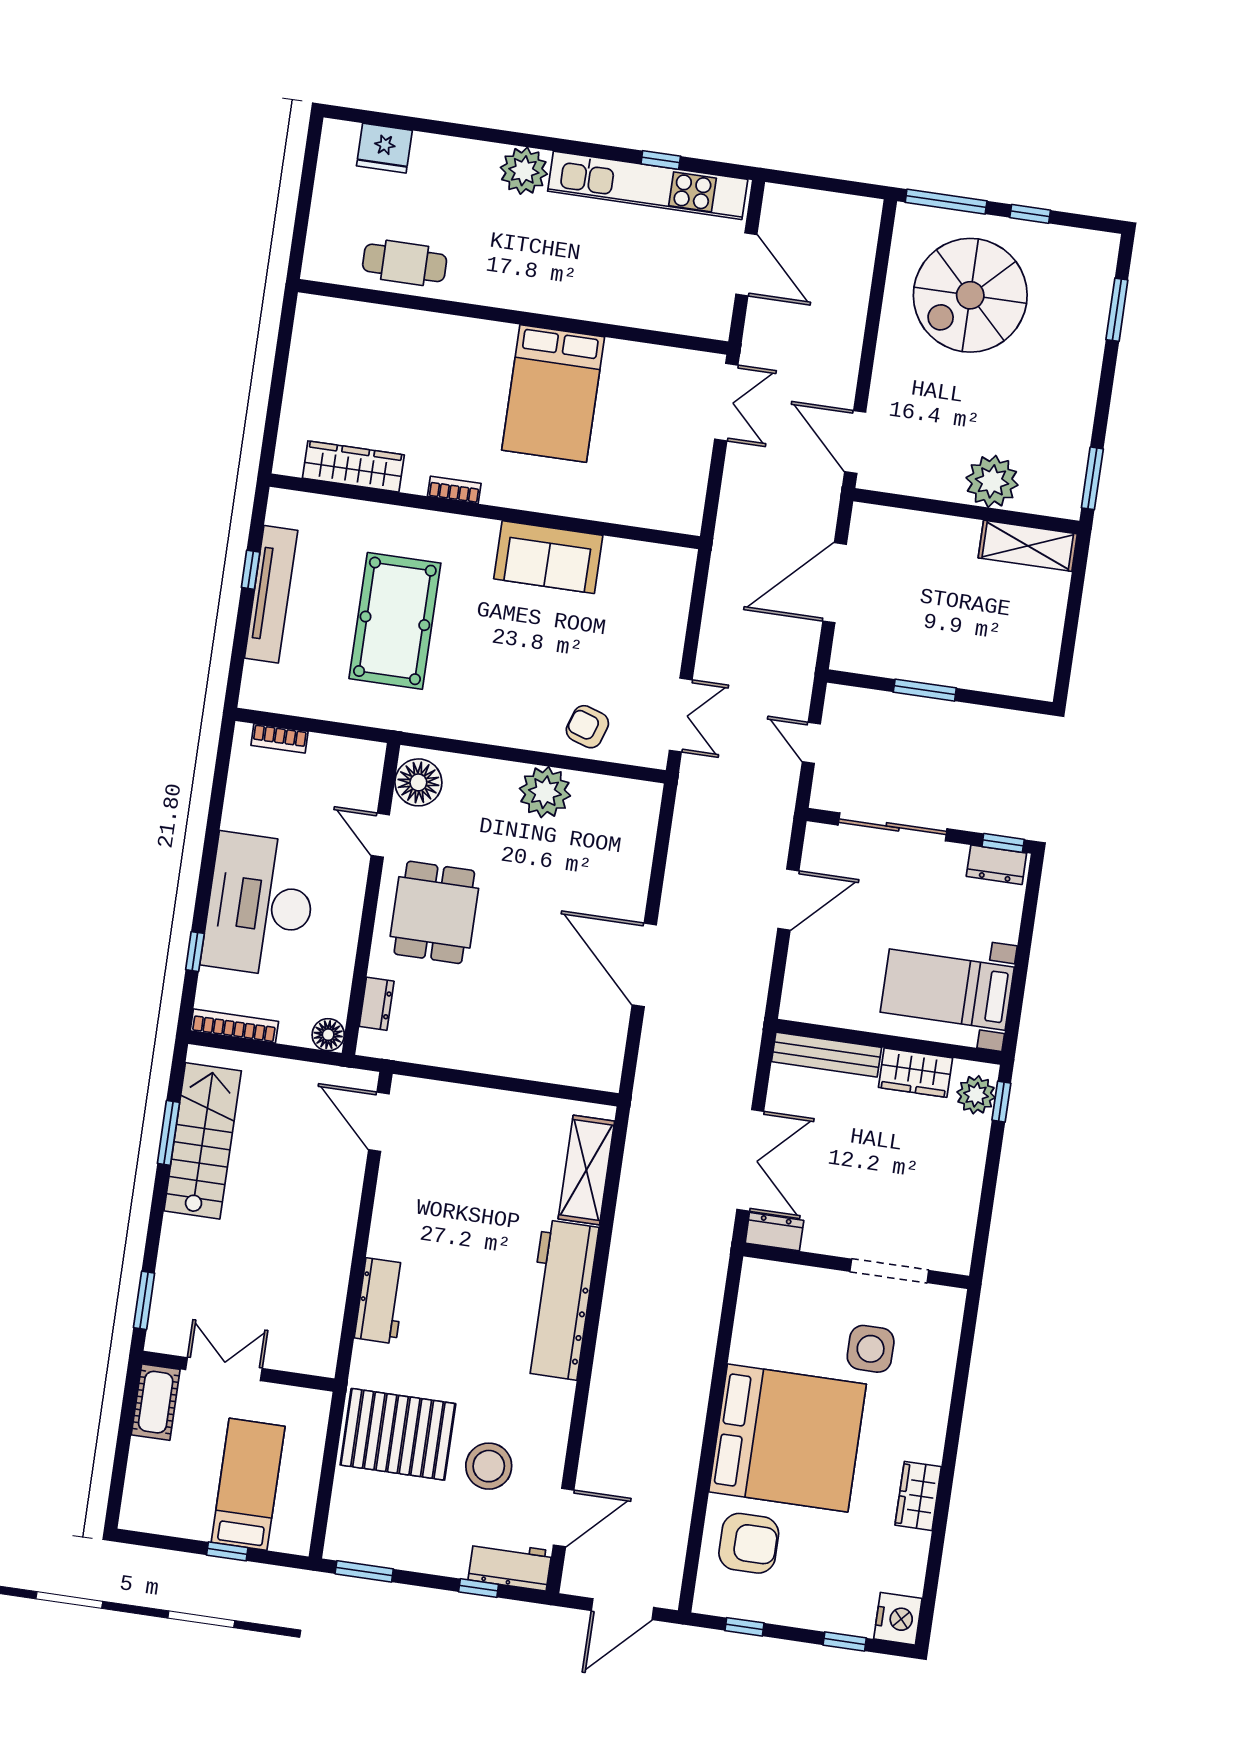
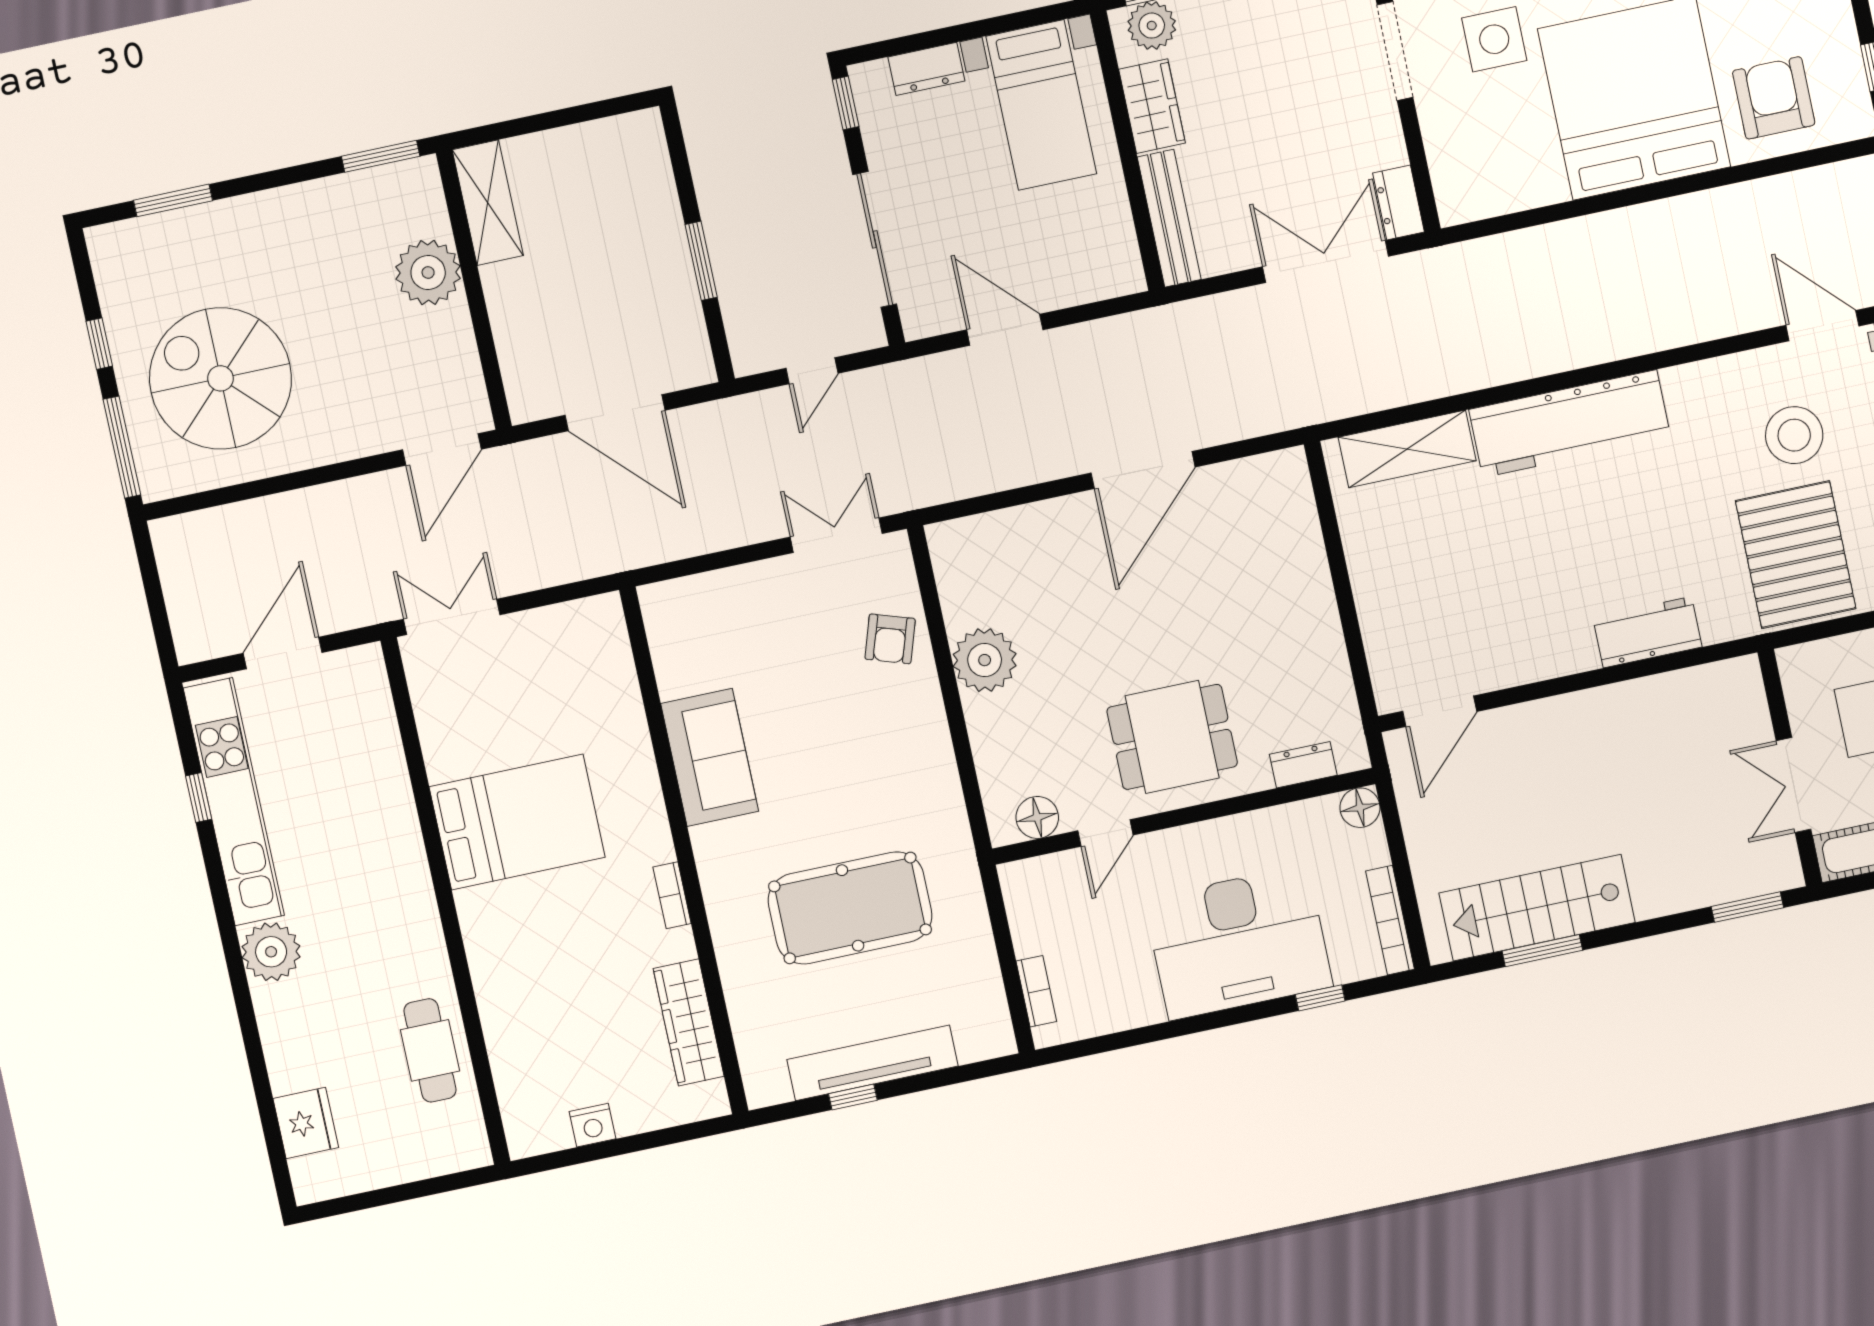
spiral stairs: (970, 295) -> (220, 378), turned 180
nightstand: (302, 365) -> (593, 1125), added
floor lamp: (418, 782) -> (1037, 817), width x0.73, depth x0.73
dresser: (996, 865) -> (926, 69), moved, turned 90

